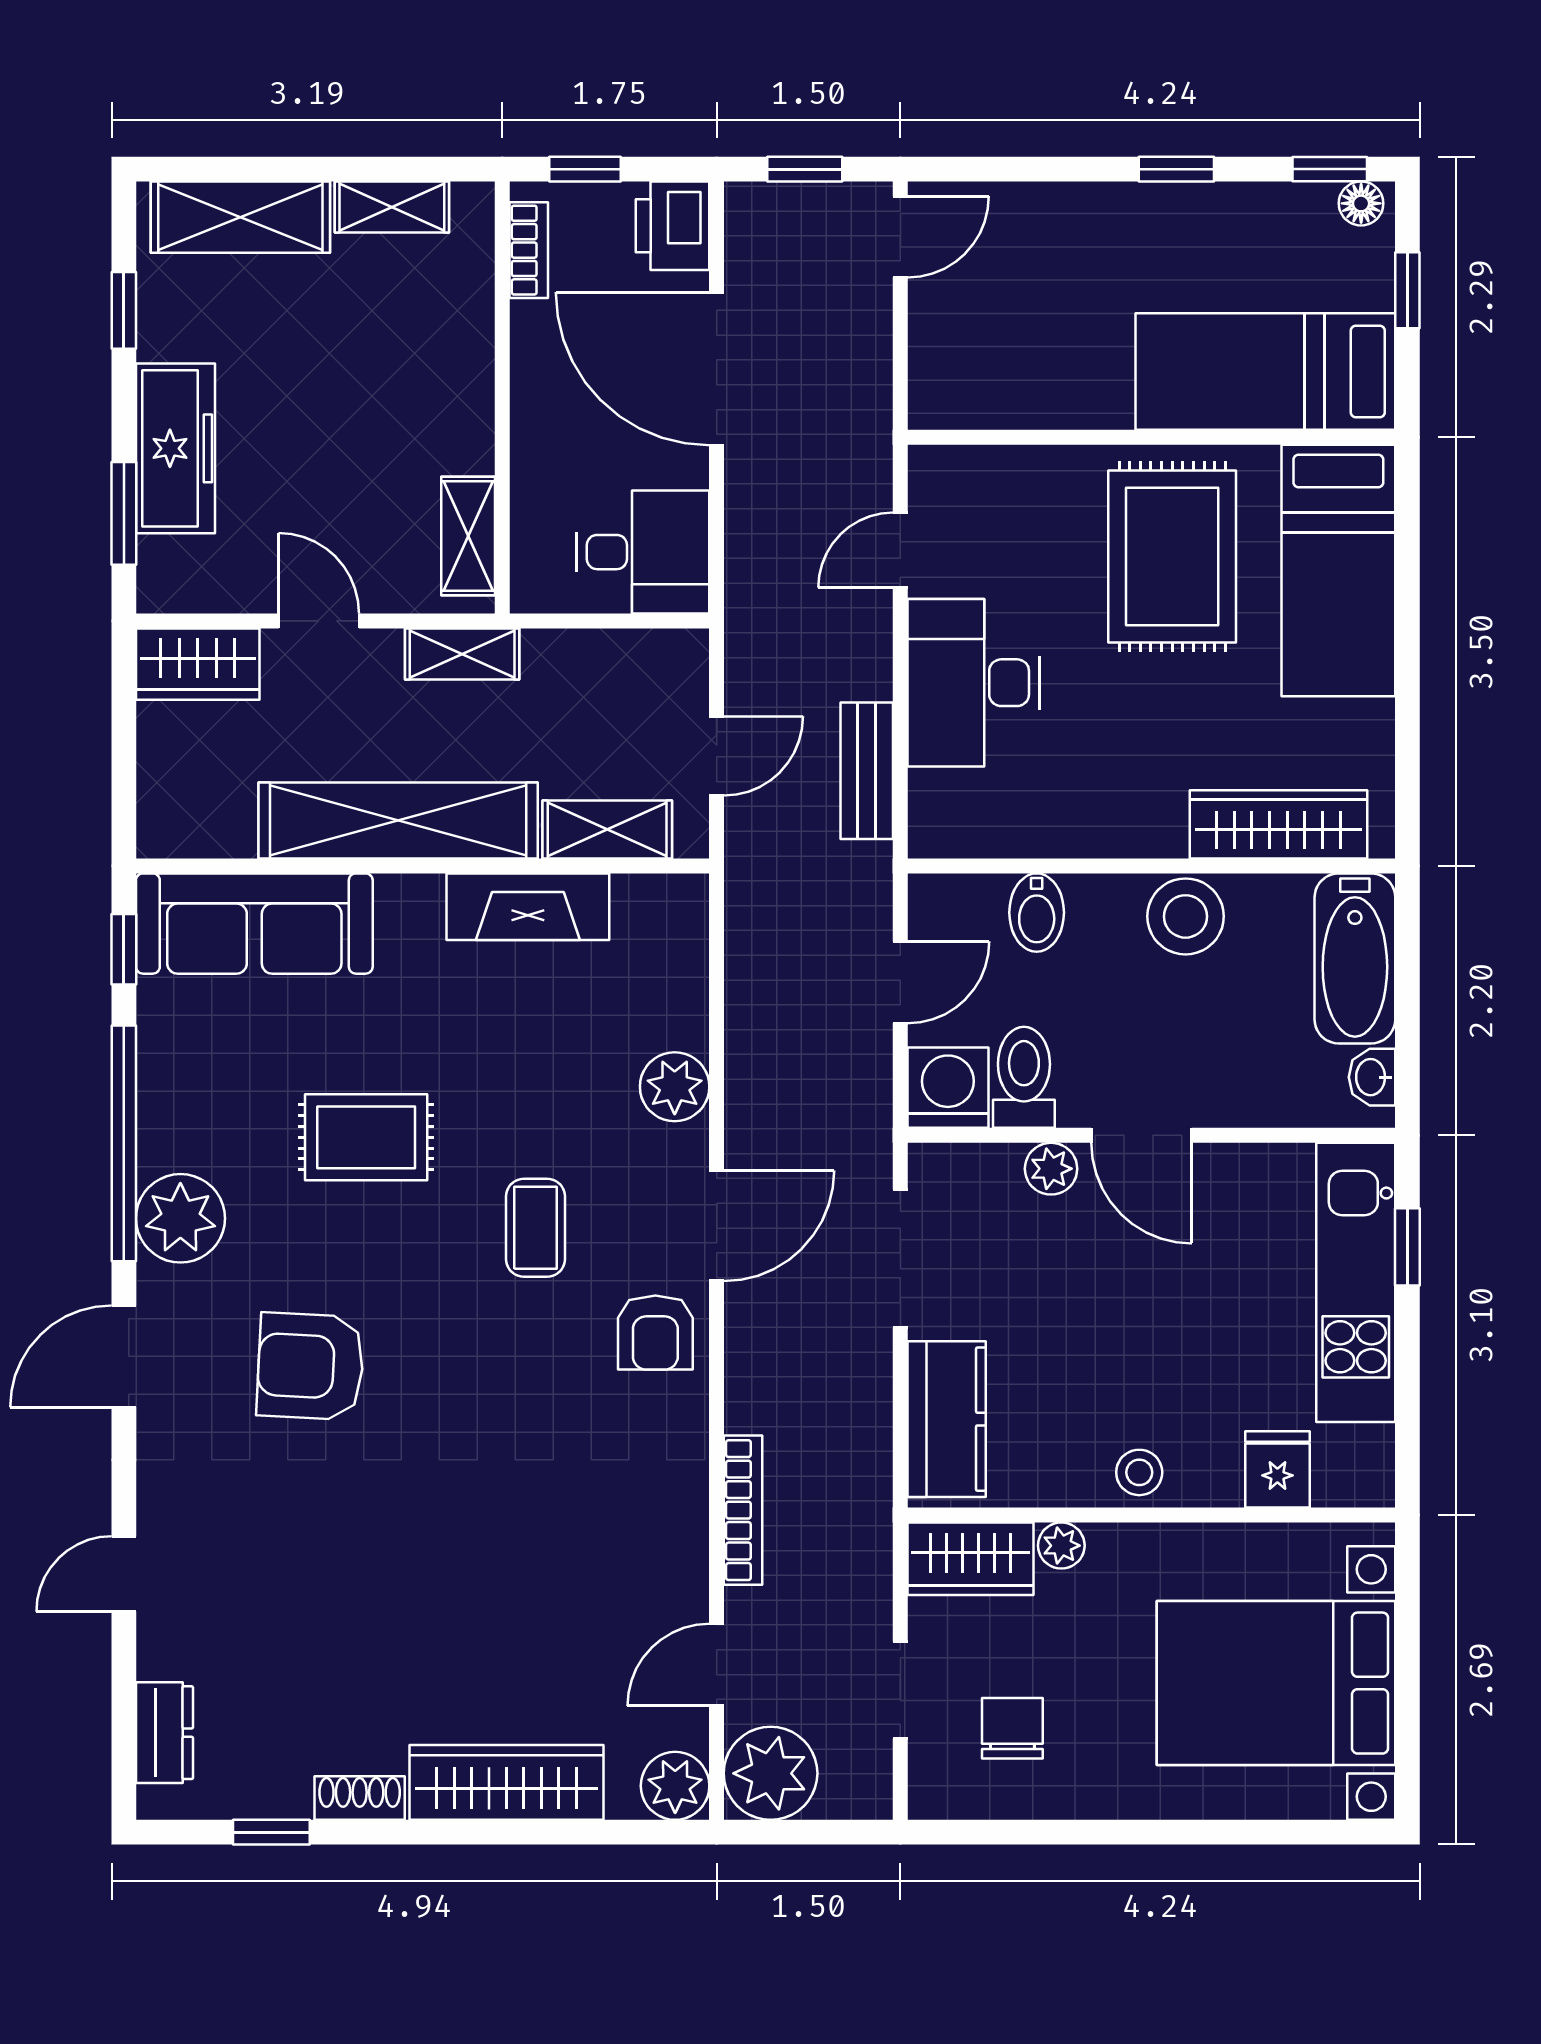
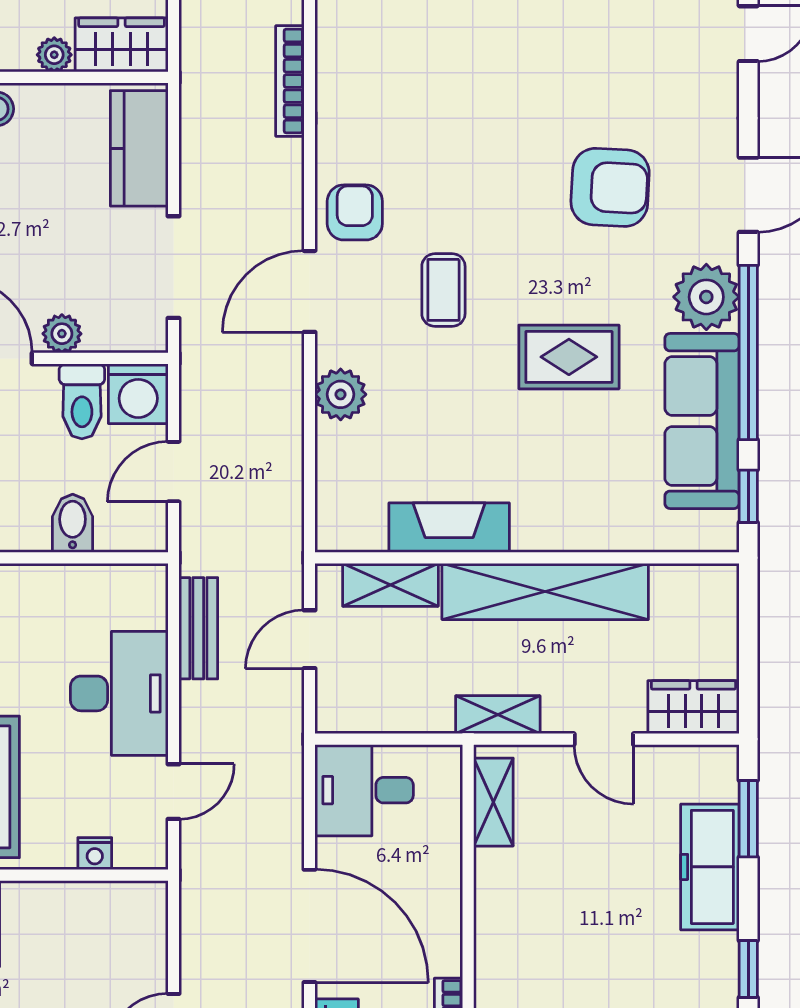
nightstand: (1007, 466) -> (95, 854), added
sofa: (254, 924) -> (702, 421), moved, turned -90

